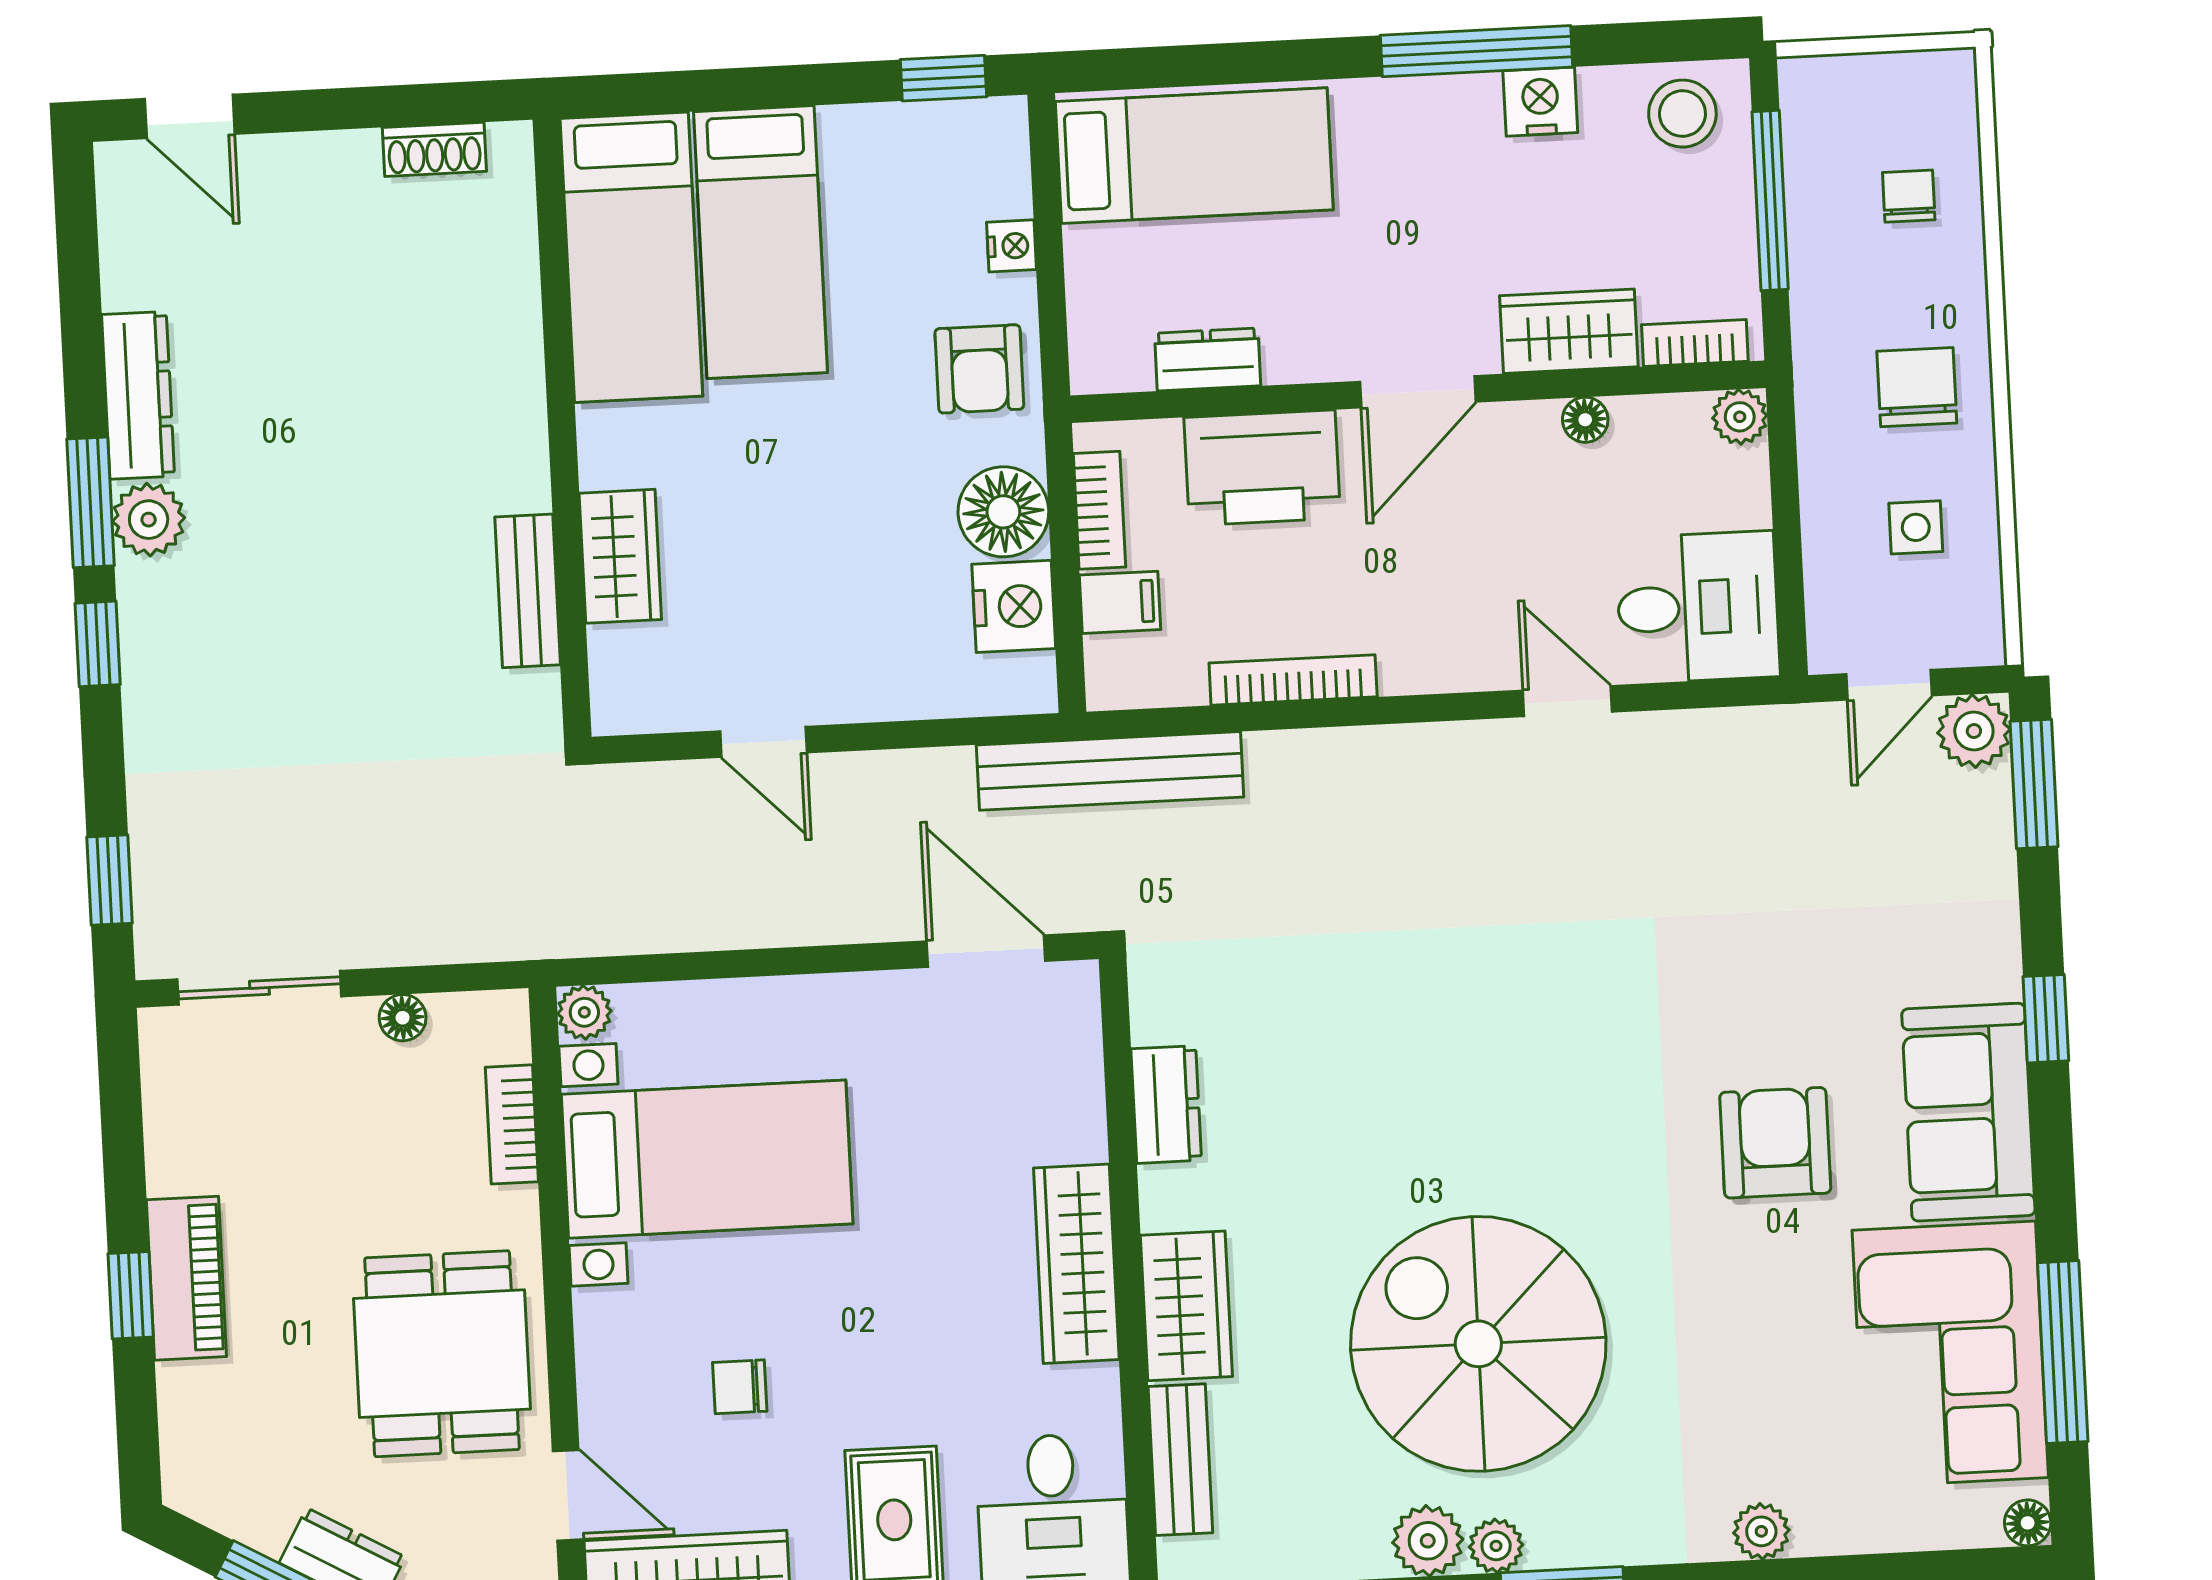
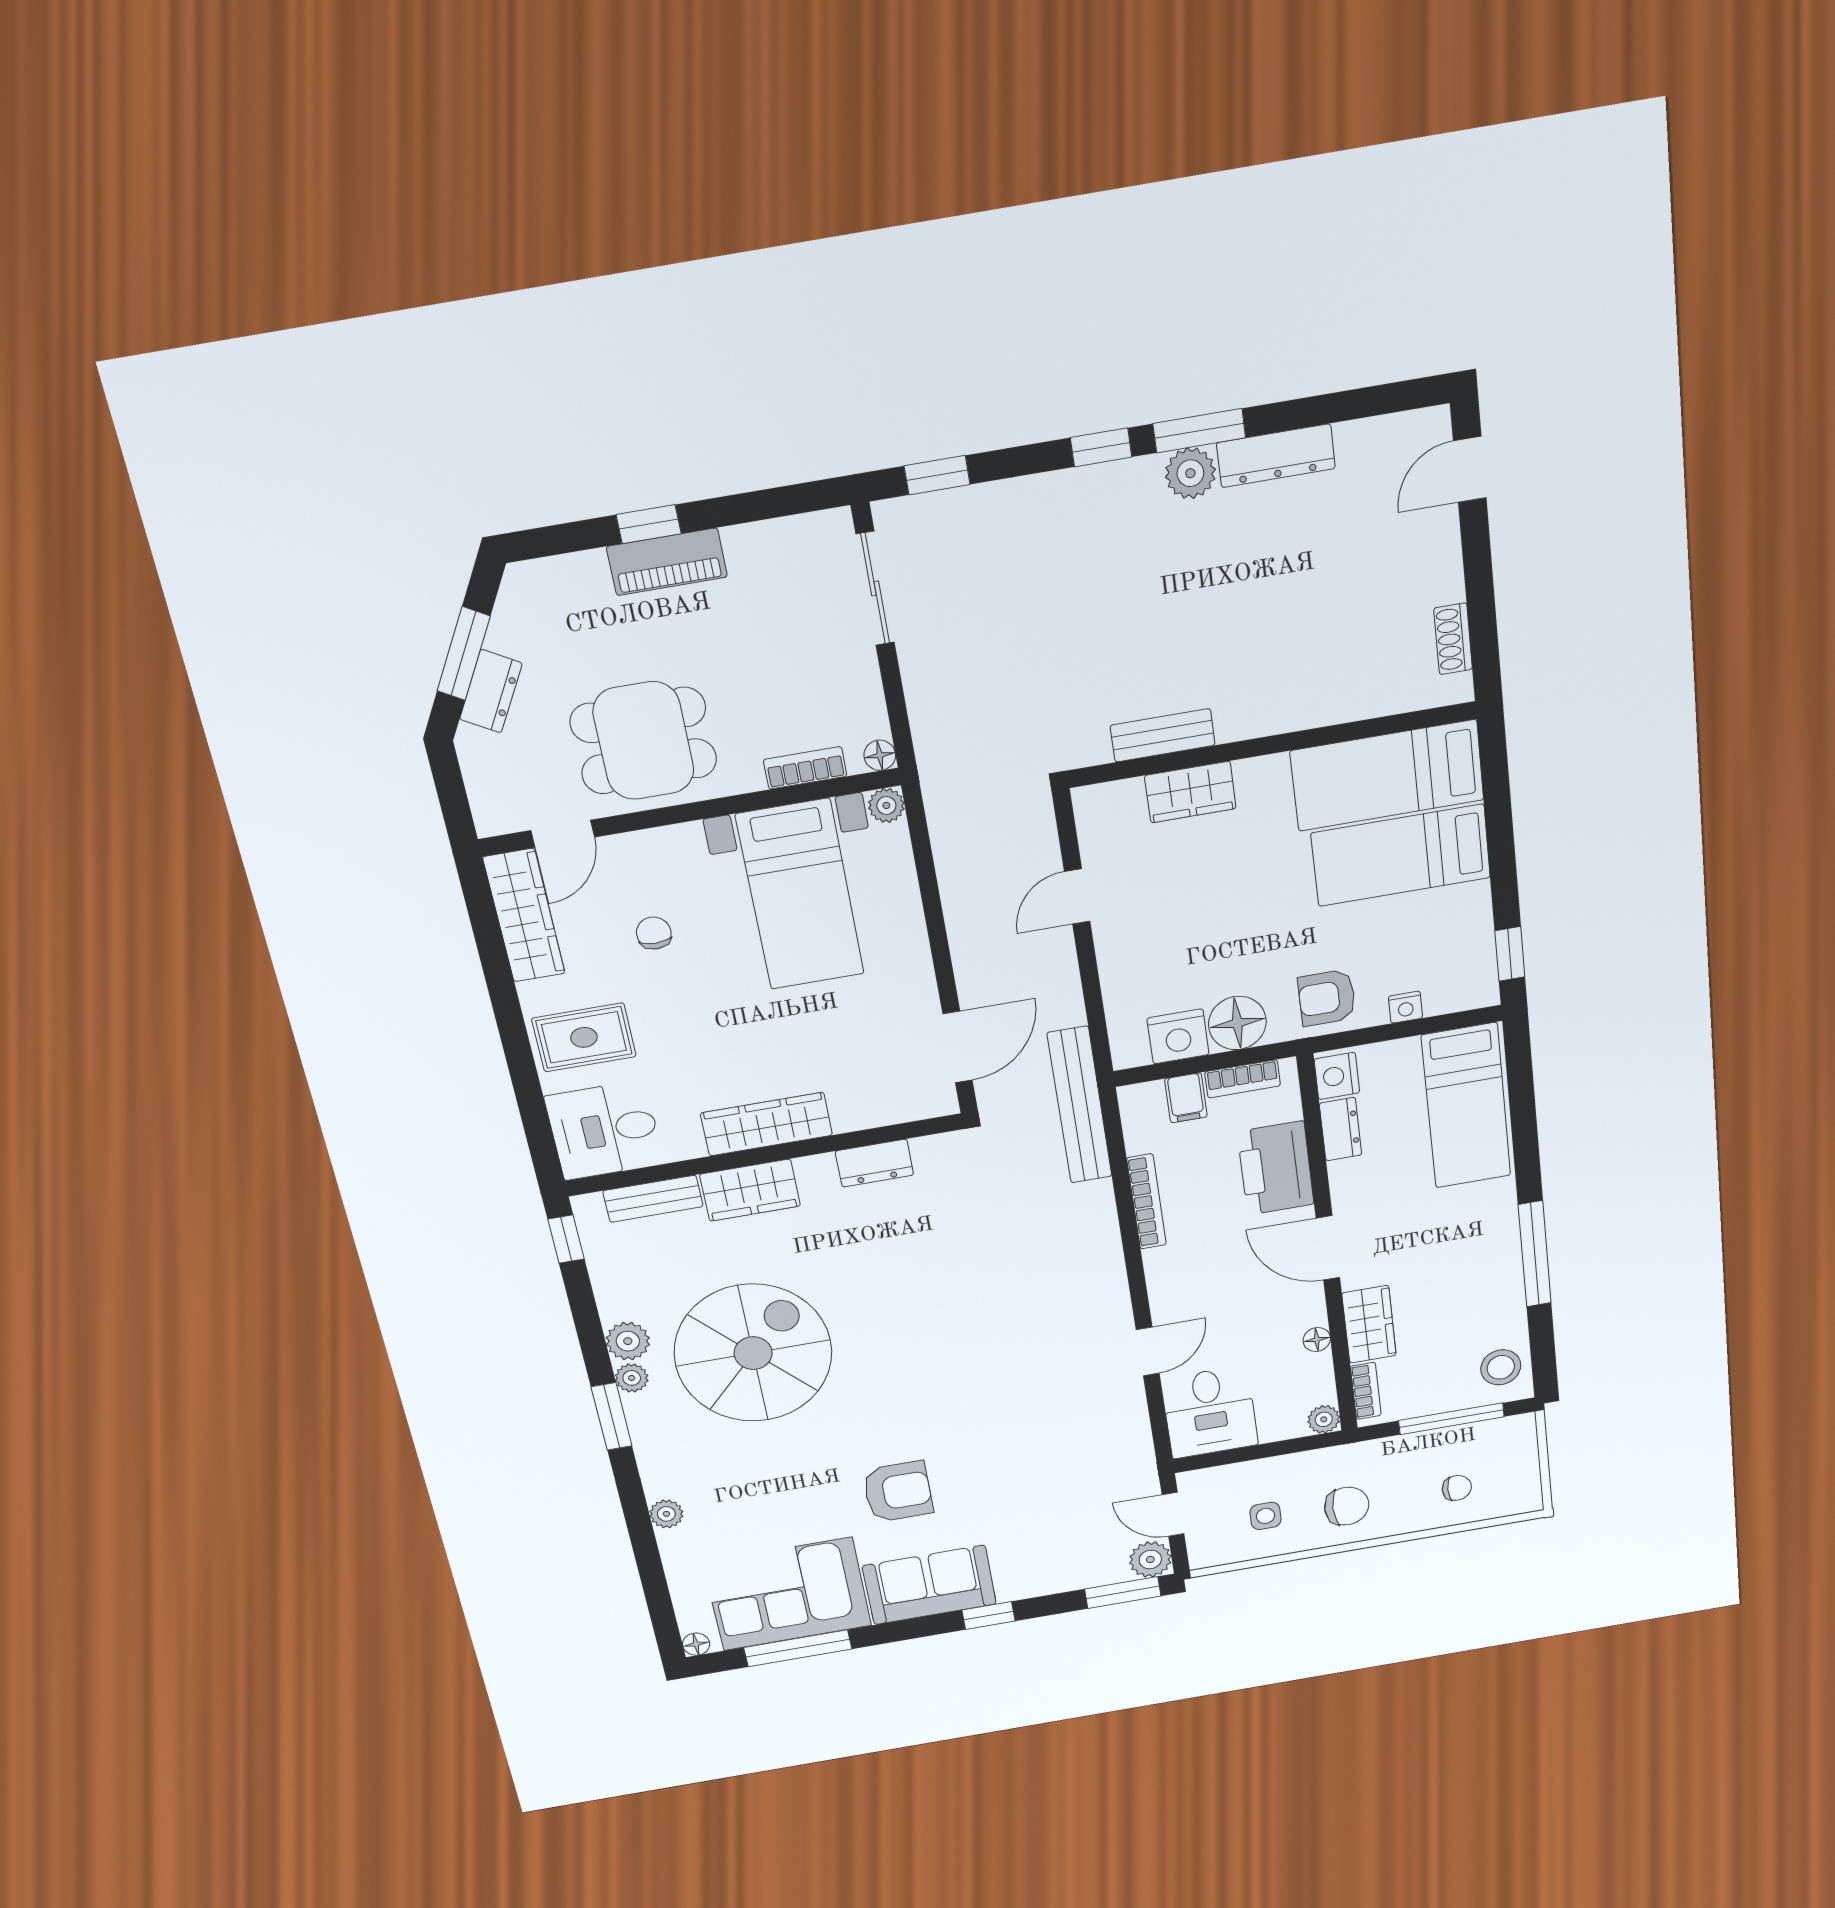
nightstand: (1540, 102) -> (1337, 1076), moved, turned 180
floor lamp: (403, 1018) -> (880, 755), moved

